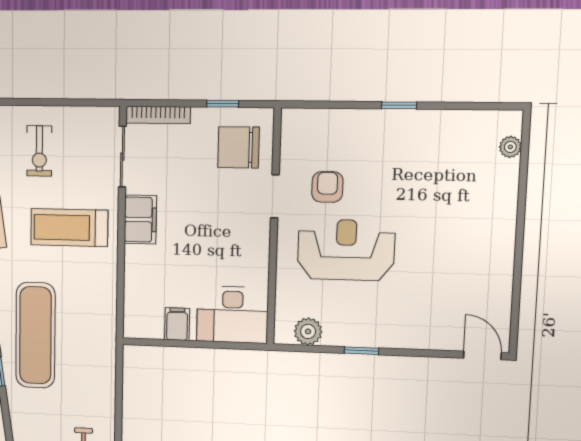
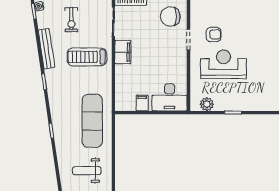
armchair: (327, 187) -> (213, 34), turned 90
exercise mat: (35, 335) -> (92, 121), moved

